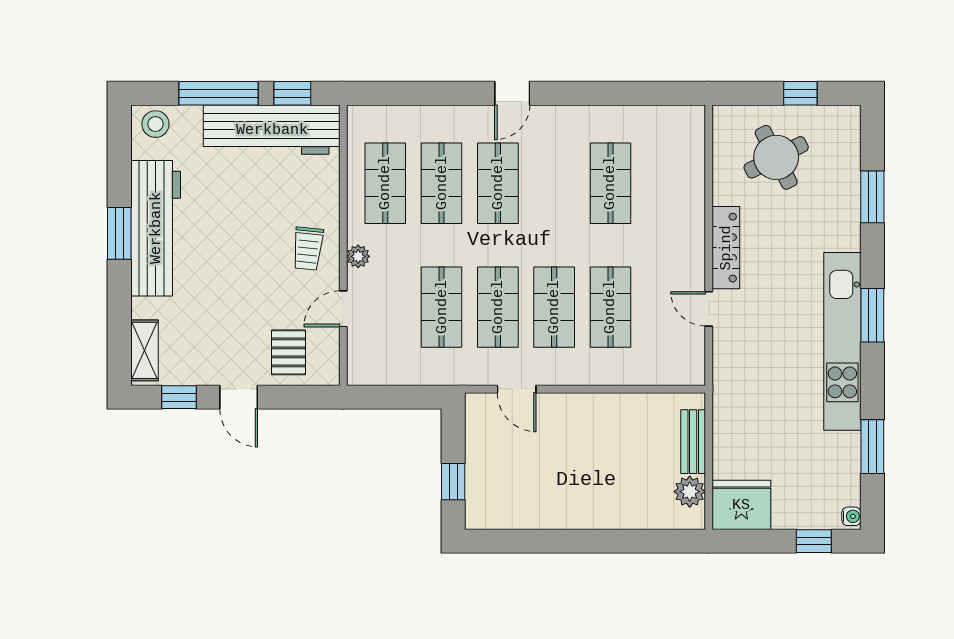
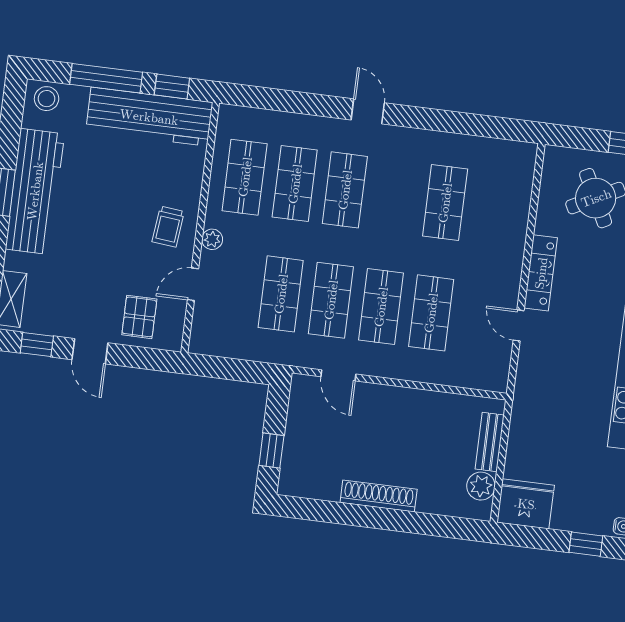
door: (512, 93) -> (368, 111), swing flipped
shoe rack: (578, 517) -> (379, 496), added

